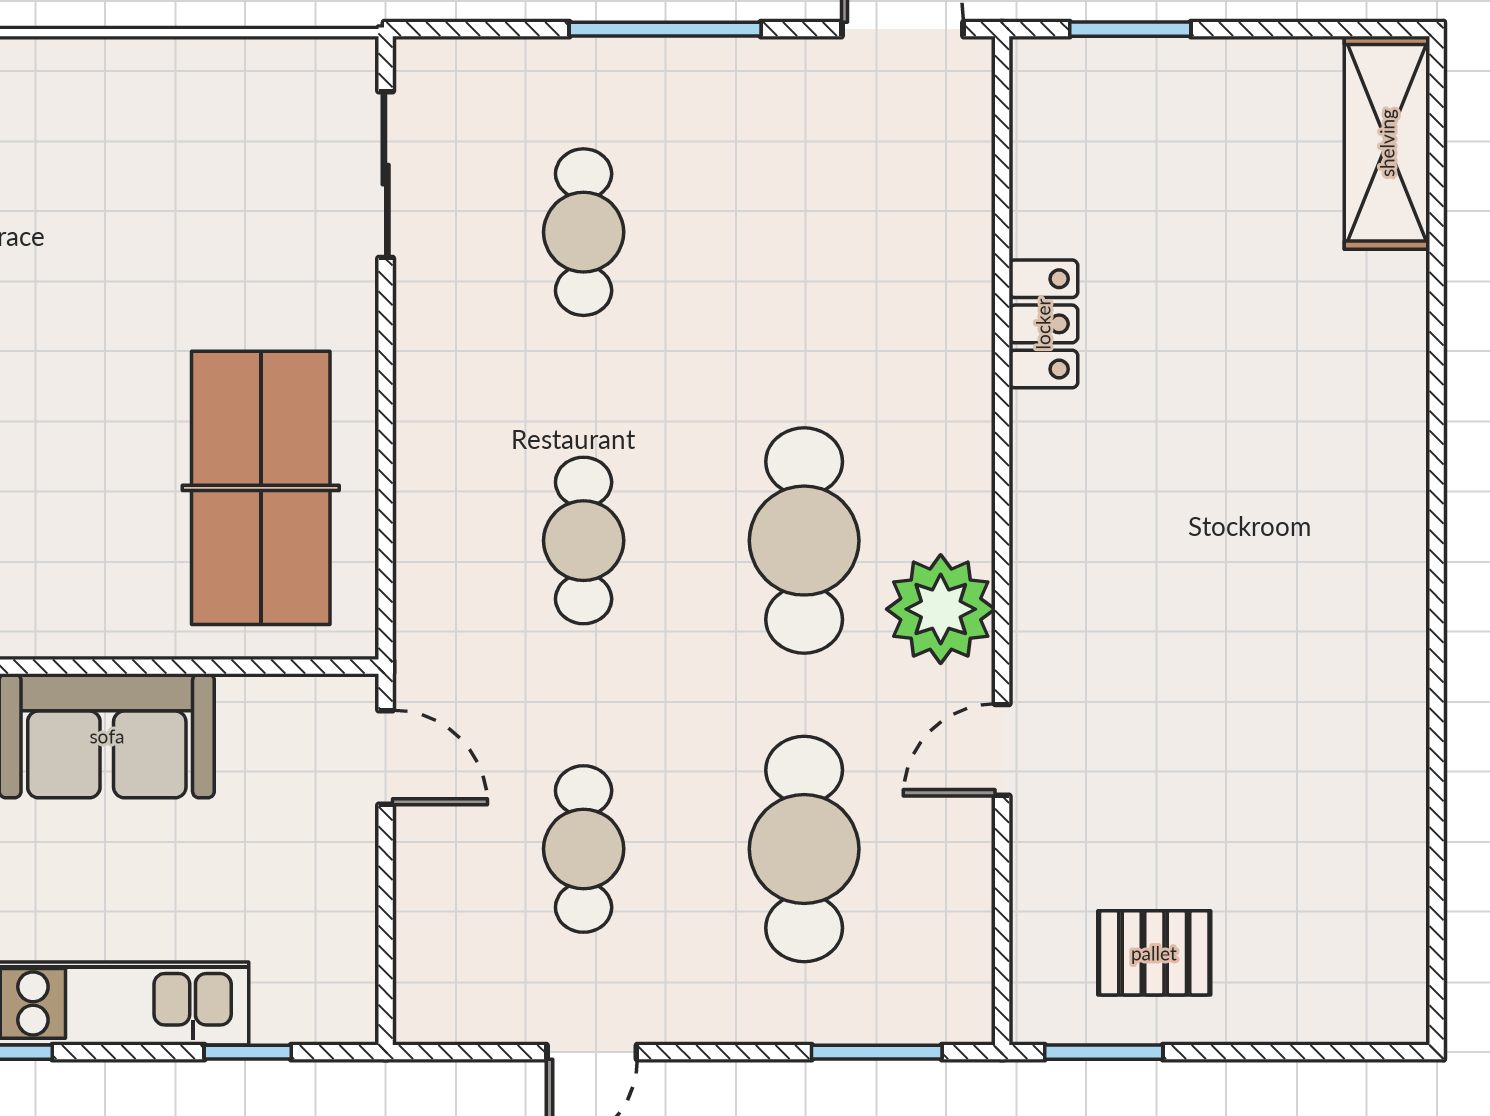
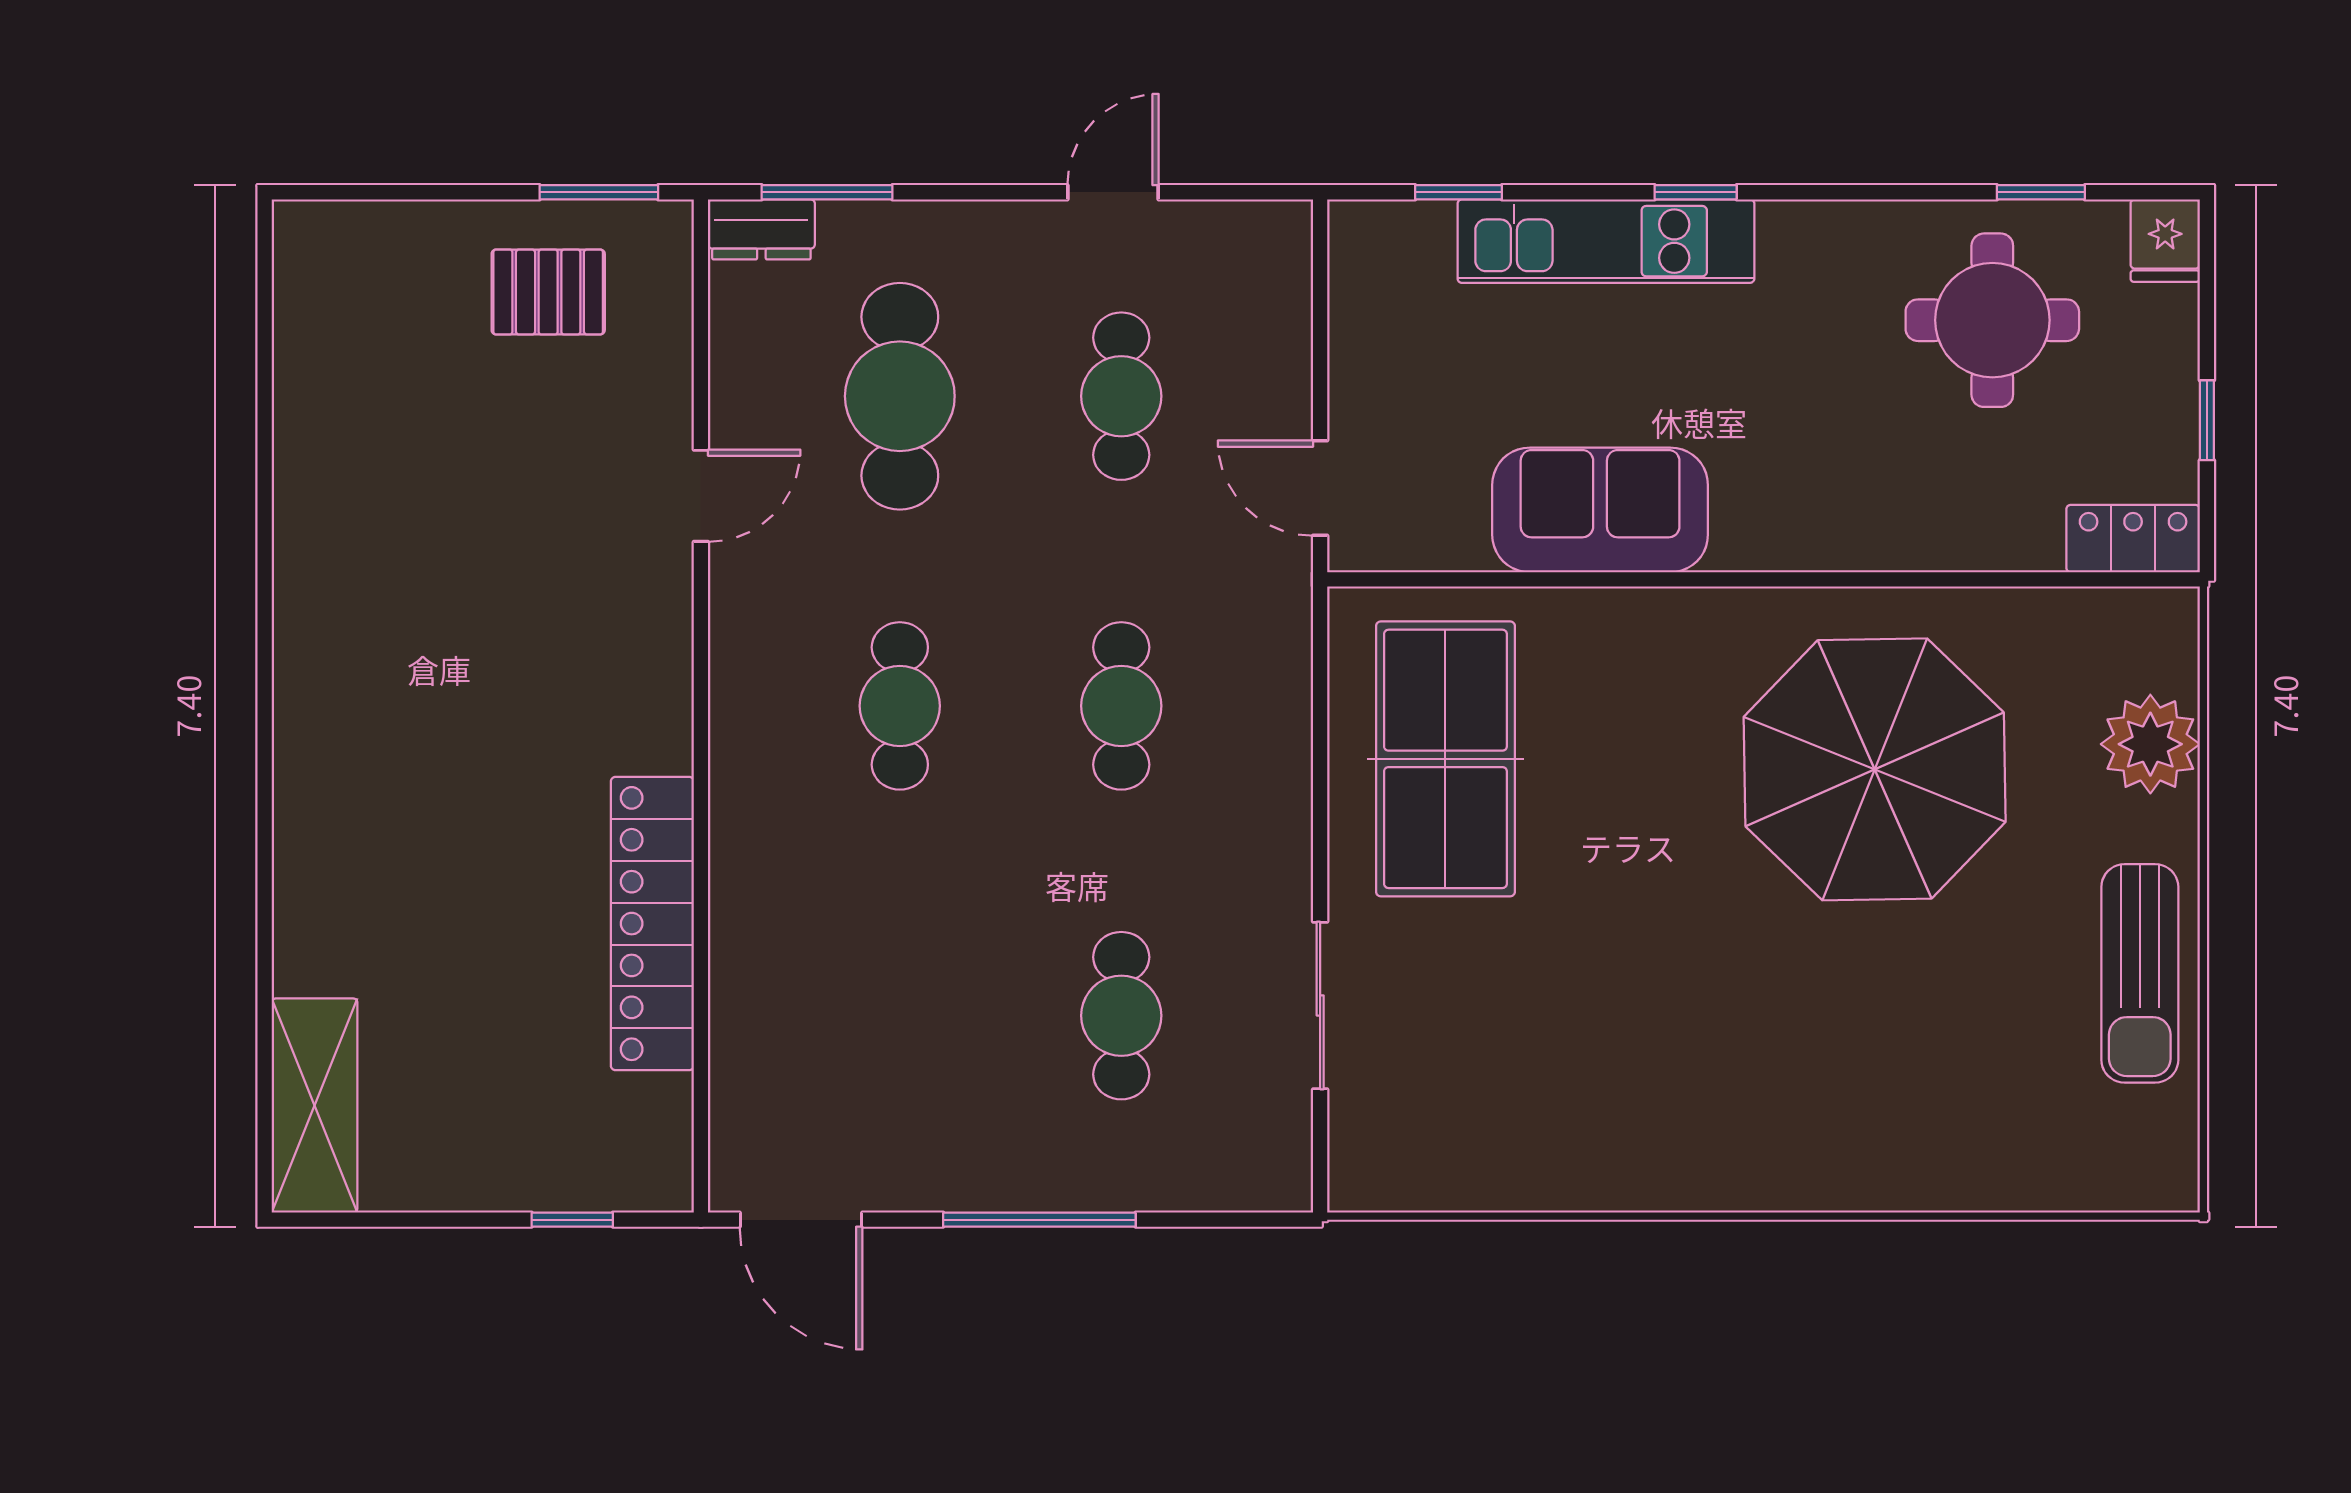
window: (1130, 29) -> (572, 1220), width x0.67
sliding door: (386, 175) -> (1320, 1005), moved
locker: (1043, 324) -> (652, 924), width x2.16, depth x1.21
cafe table: (804, 541) -> (900, 706), width x0.73, depth x0.74
plant: (941, 609) -> (763, 637), removed
dresser: (942, 1015) -> (761, 229), added

